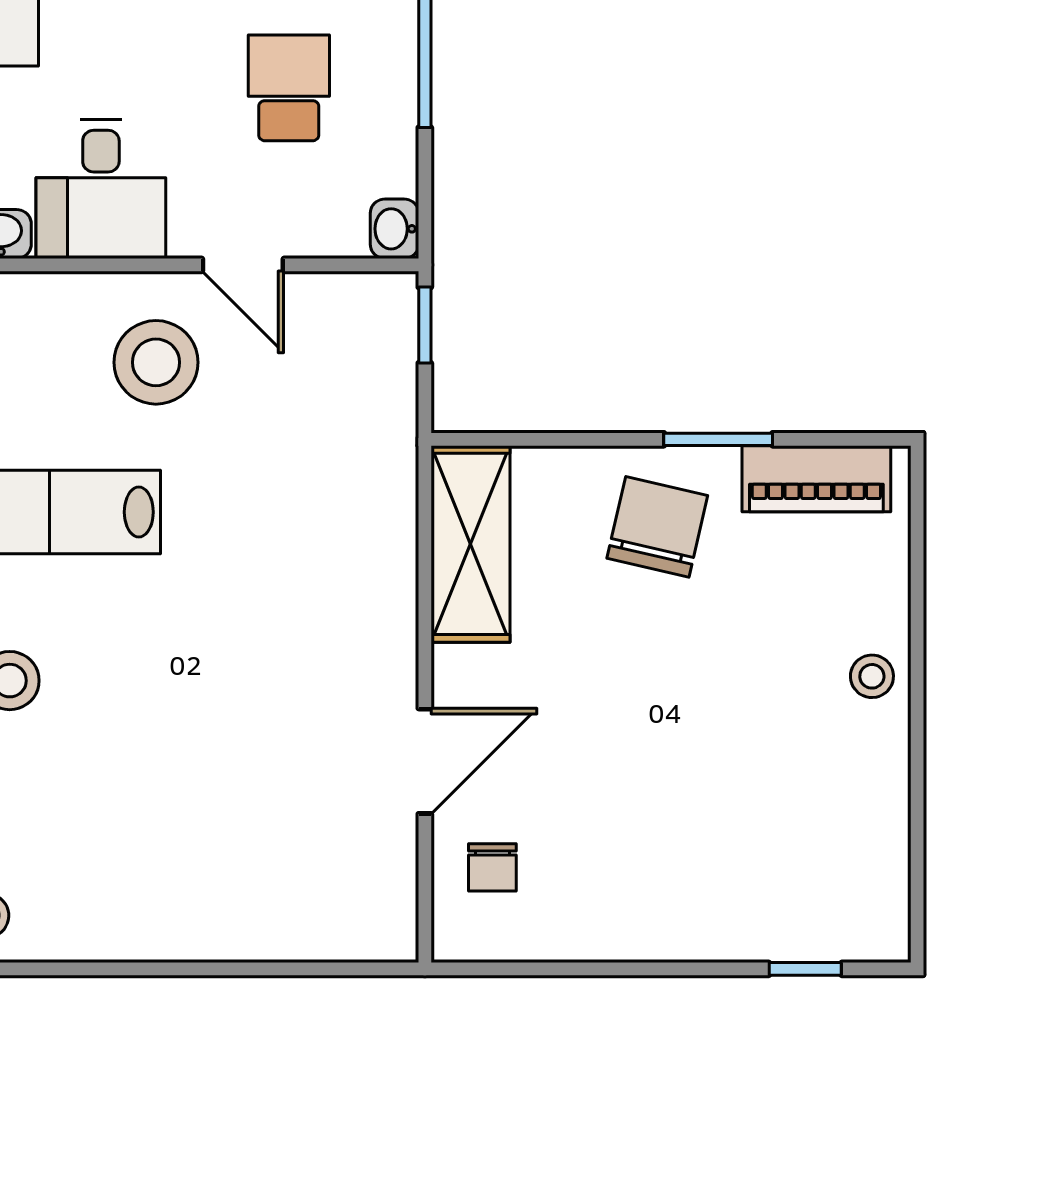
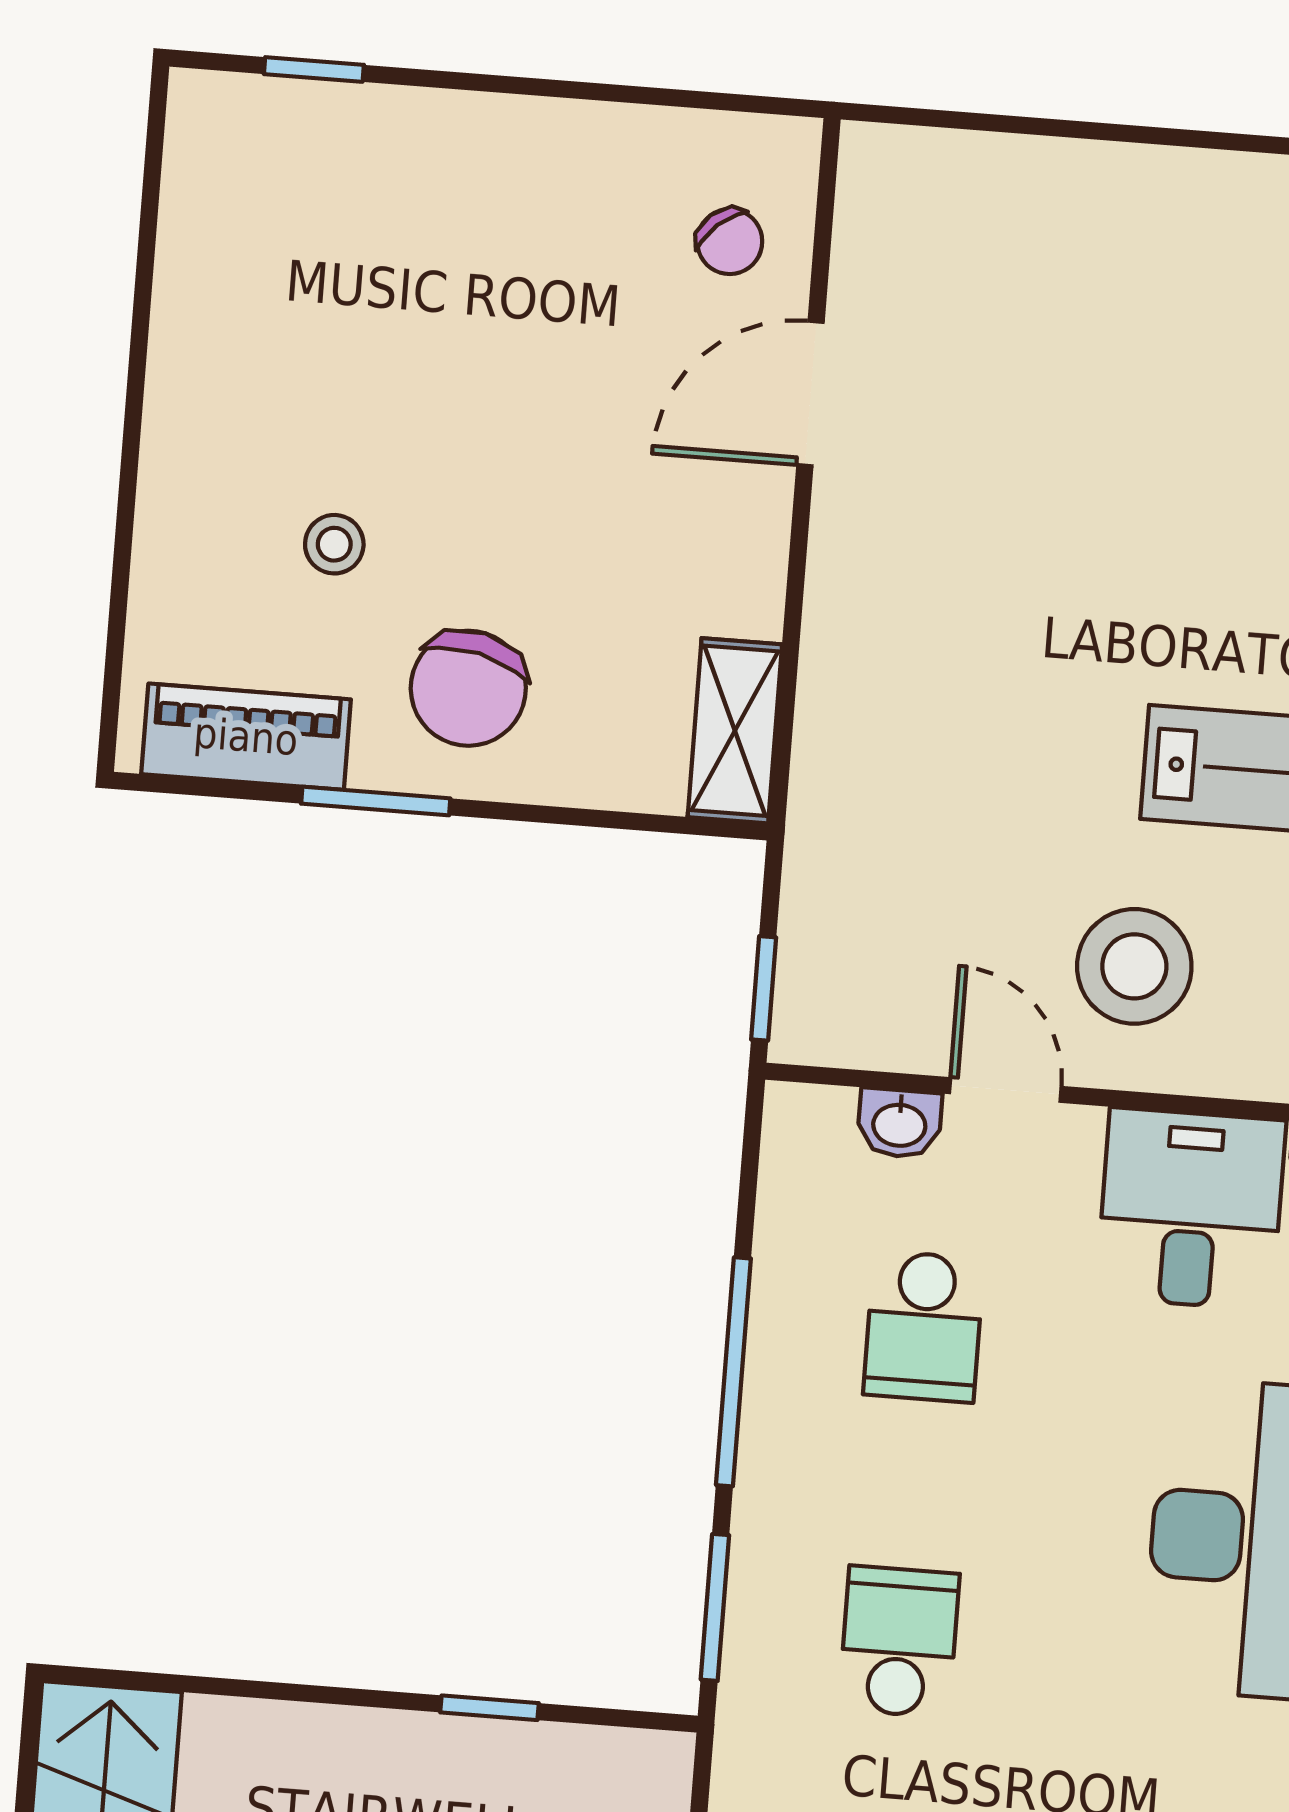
washbasin: (395, 229) -> (899, 1123), moved, turned 90
shelving: (470, 544) -> (735, 731), width x0.67, depth x0.75
stool: (872, 676) -> (334, 544), moved
chair: (492, 867) -> (730, 242), turned 139

